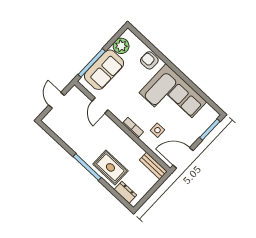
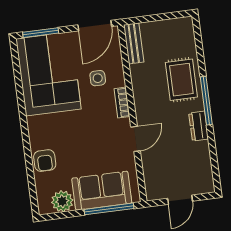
corner sofa: (173, 97) -> (48, 74), moved
door: (100, 106) -> (136, 139), moved
door: (183, 158) -> (95, 26), hinge flipped
dresser: (125, 192) -> (199, 126), moved

